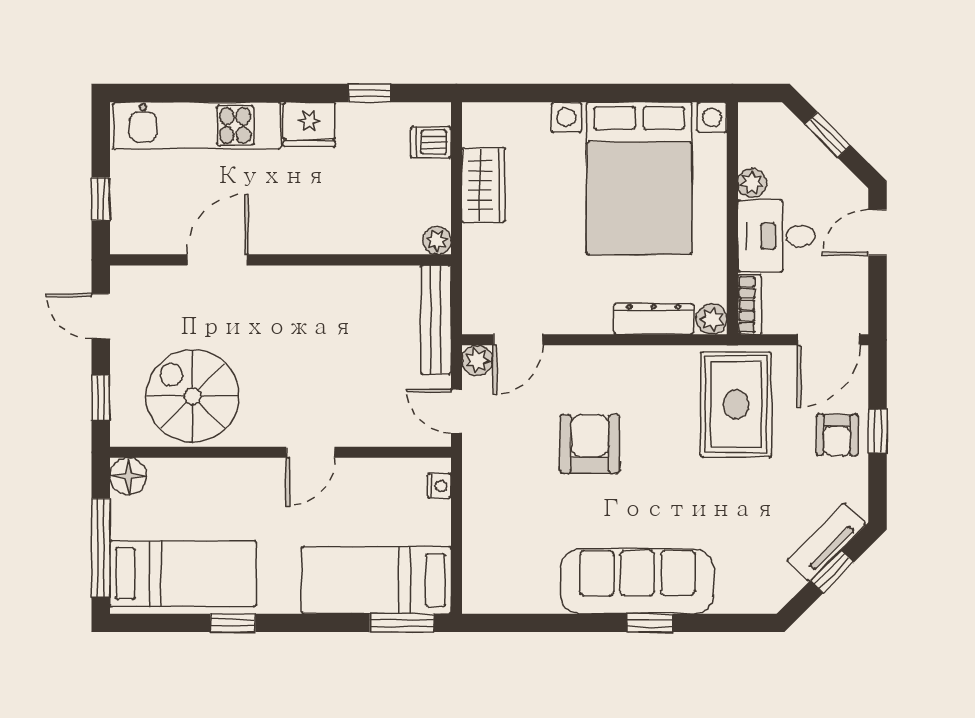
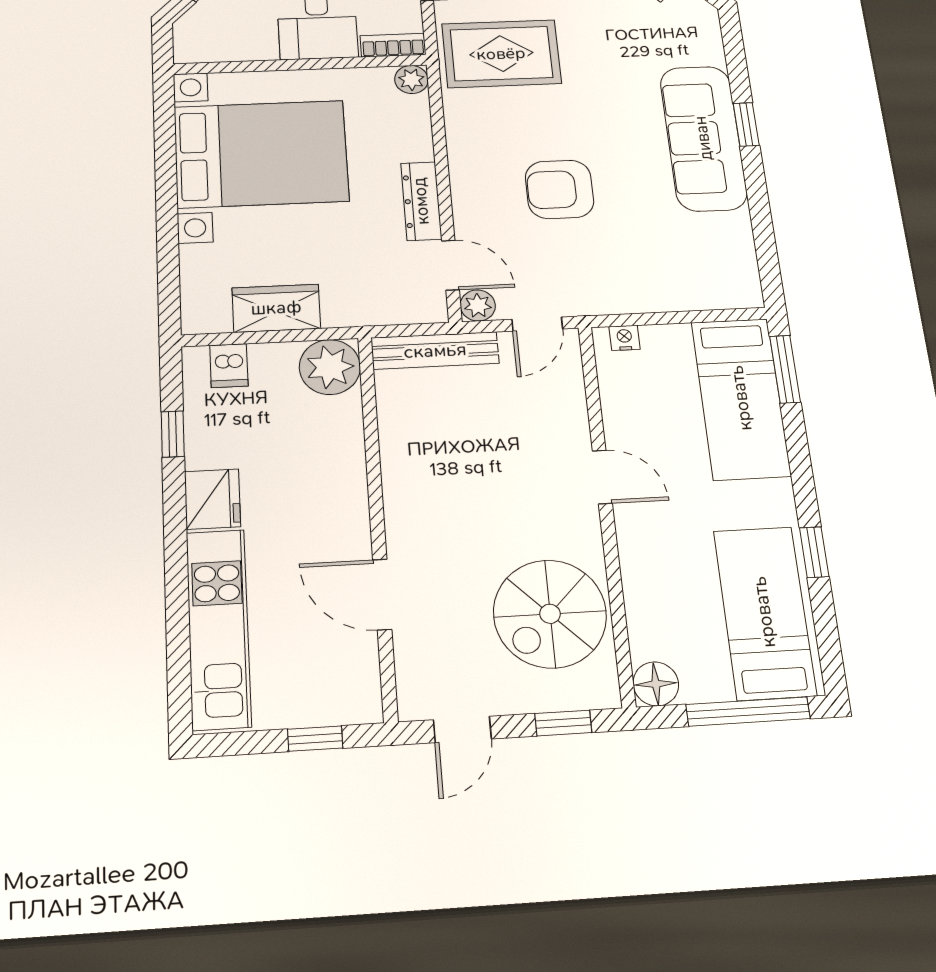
plant: (752, 183) -> (261, 48), removed
plant: (437, 241) -> (330, 367), width x1.88, depth x1.88
dresser: (654, 319) -> (421, 201), moved

